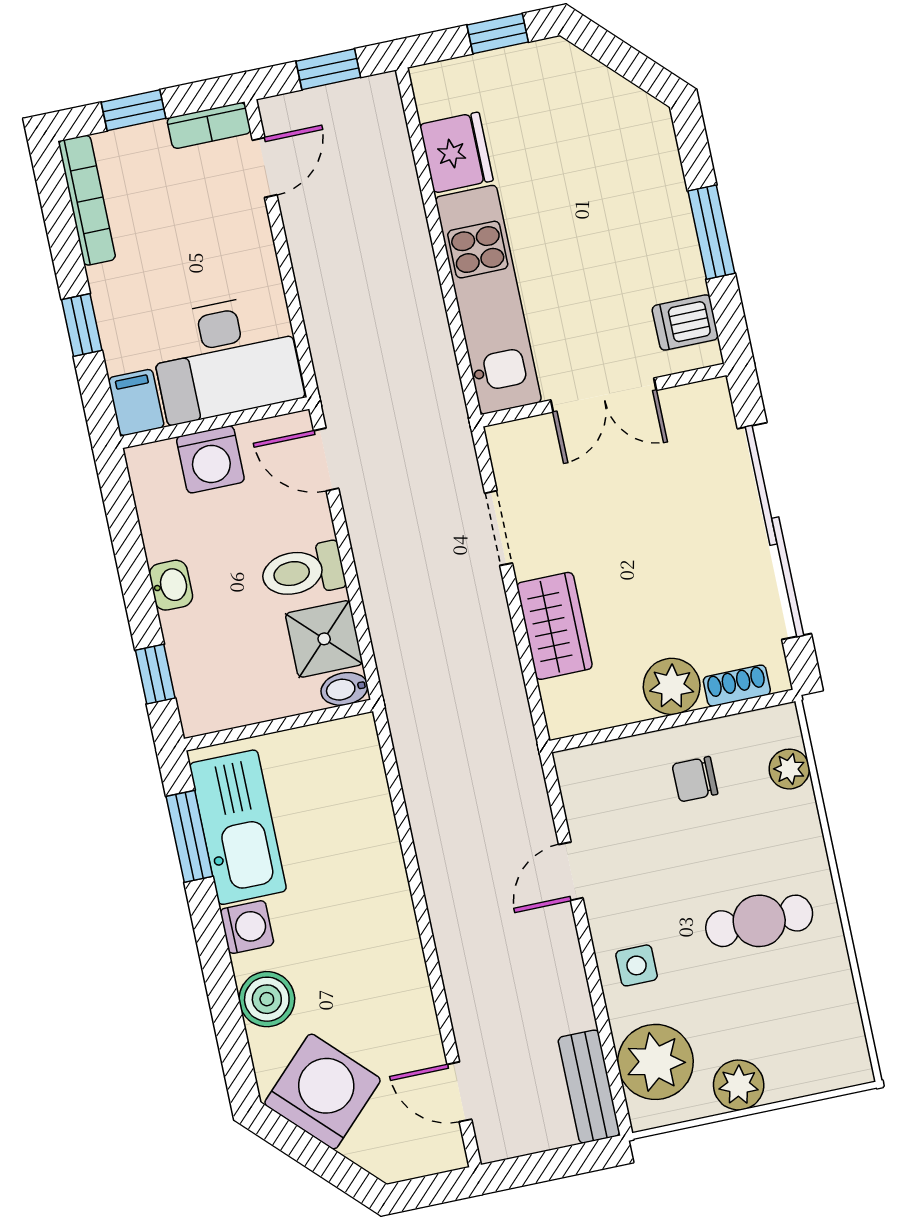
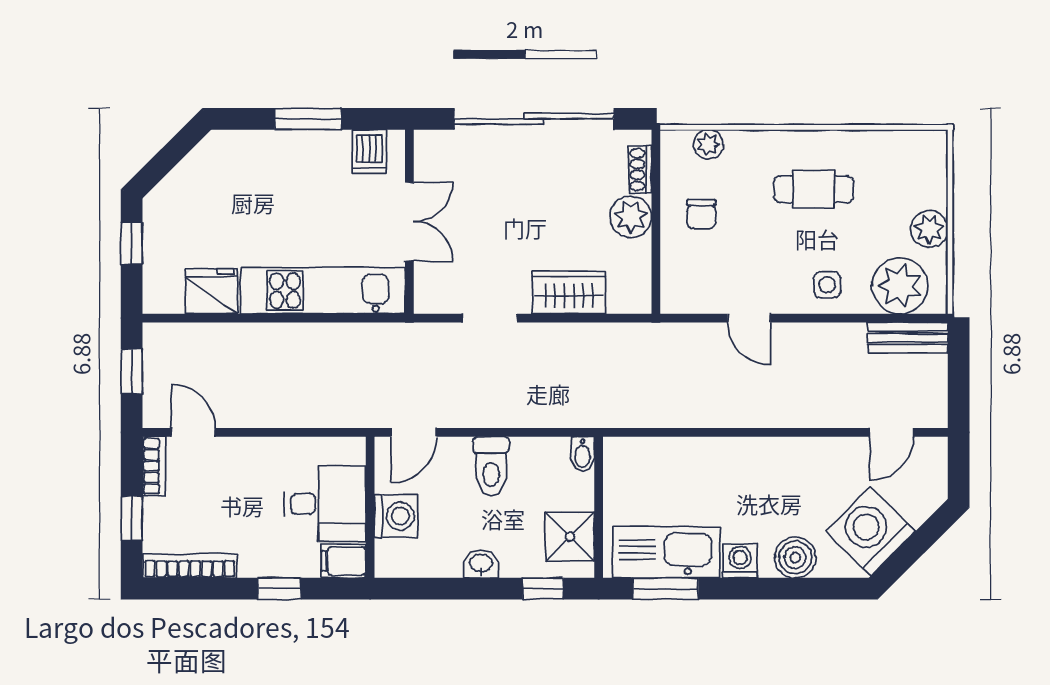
desk: (226, 358) -> (325, 504), width x0.73
shower: (324, 639) -> (570, 537), moved
cafe table: (759, 921) -> (814, 189), turned 90

